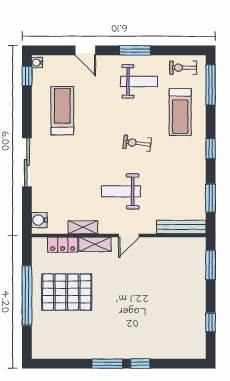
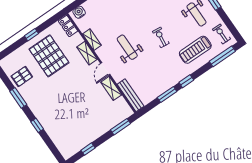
window: (211, 198) -> (167, 94), moved
door: (129, 235) -> (105, 69), hinge flipped
shelving: (157, 244) -> (111, 88), added
locker: (63, 245) -> (68, 26), moved
window: (27, 296) -> (31, 35), width x0.32
pallet: (69, 342) -> (22, 77), added
window: (107, 364) -> (18, 98), moved

